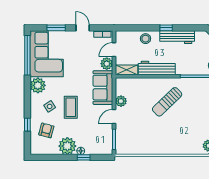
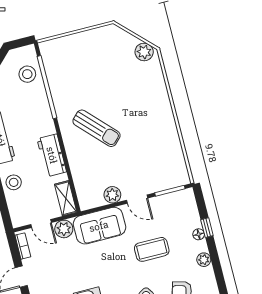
workbench: (157, 68) -> (52, 155), width x0.73
coffee table: (71, 107) -> (152, 249), moved
plant: (67, 146) -> (204, 260), width x0.53, depth x0.53

